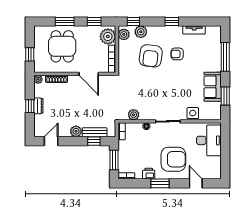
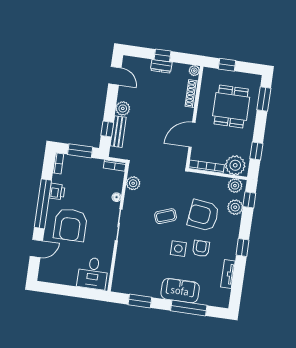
window: (65, 21) -> (264, 99), moved
dining table: (62, 46) -> (231, 107), turned 90
coffee table: (156, 85) -> (166, 216), added
sofa: (213, 87) -> (180, 291), moved
side table: (193, 113) -> (178, 249), moved
desk: (209, 140) -> (93, 273), width x0.73
window: (160, 183) -> (43, 204), width x2.11

